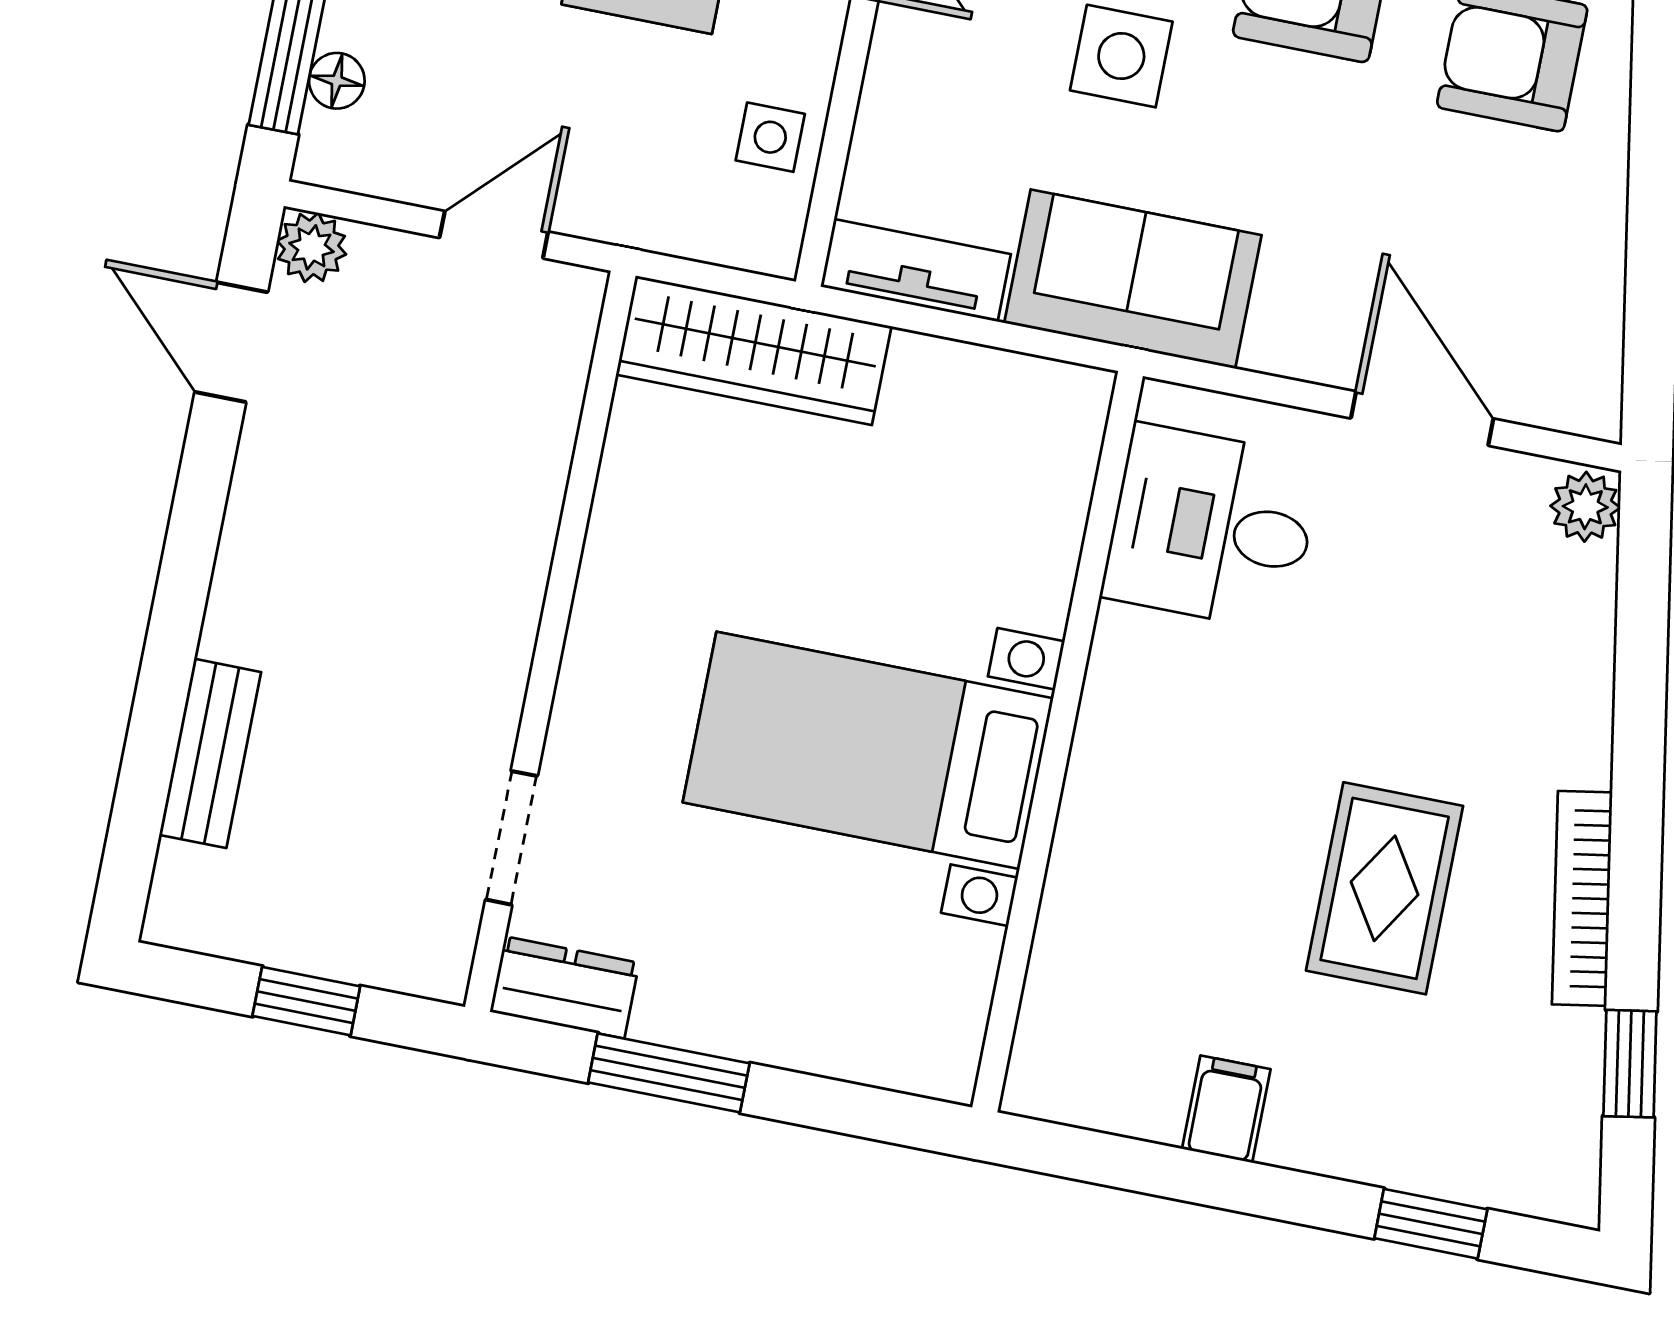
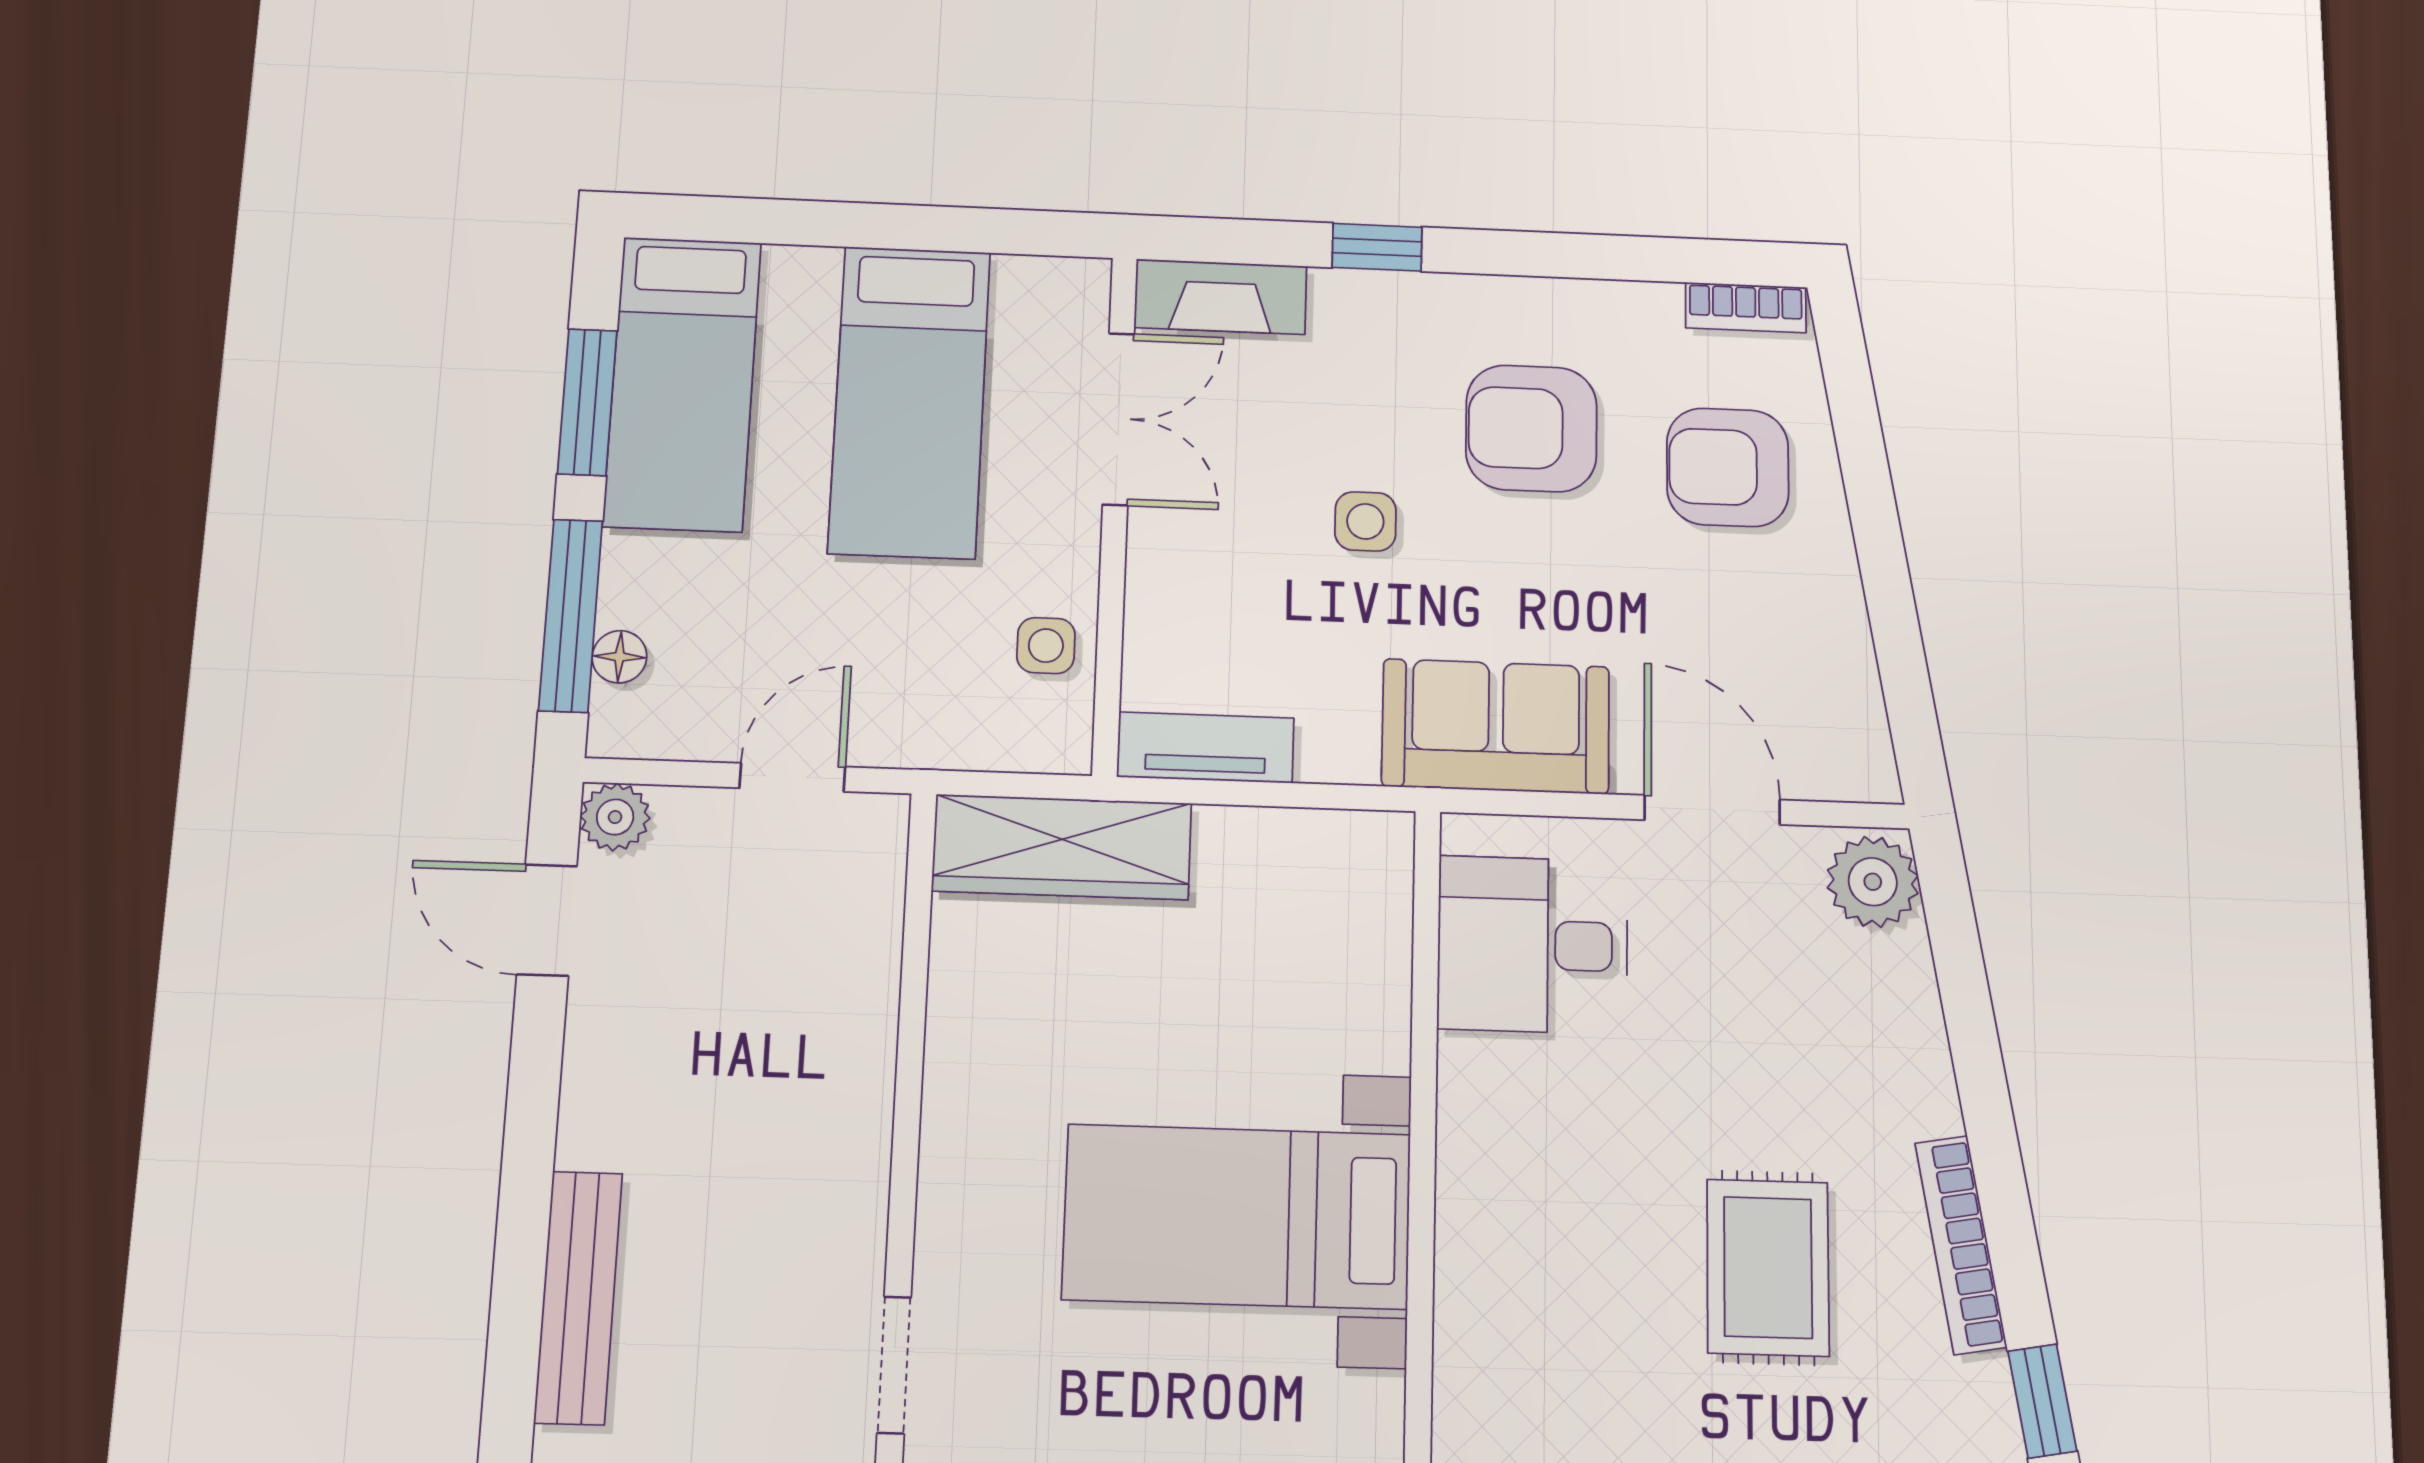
side table: (1121, 56) -> (1365, 521), width x0.73, depth x0.73
sofa: (1133, 279) -> (1496, 726), moved
plant: (1585, 507) -> (1873, 882), width x1.38, depth x1.38
bench: (210, 753) -> (578, 1297), width x1.36

